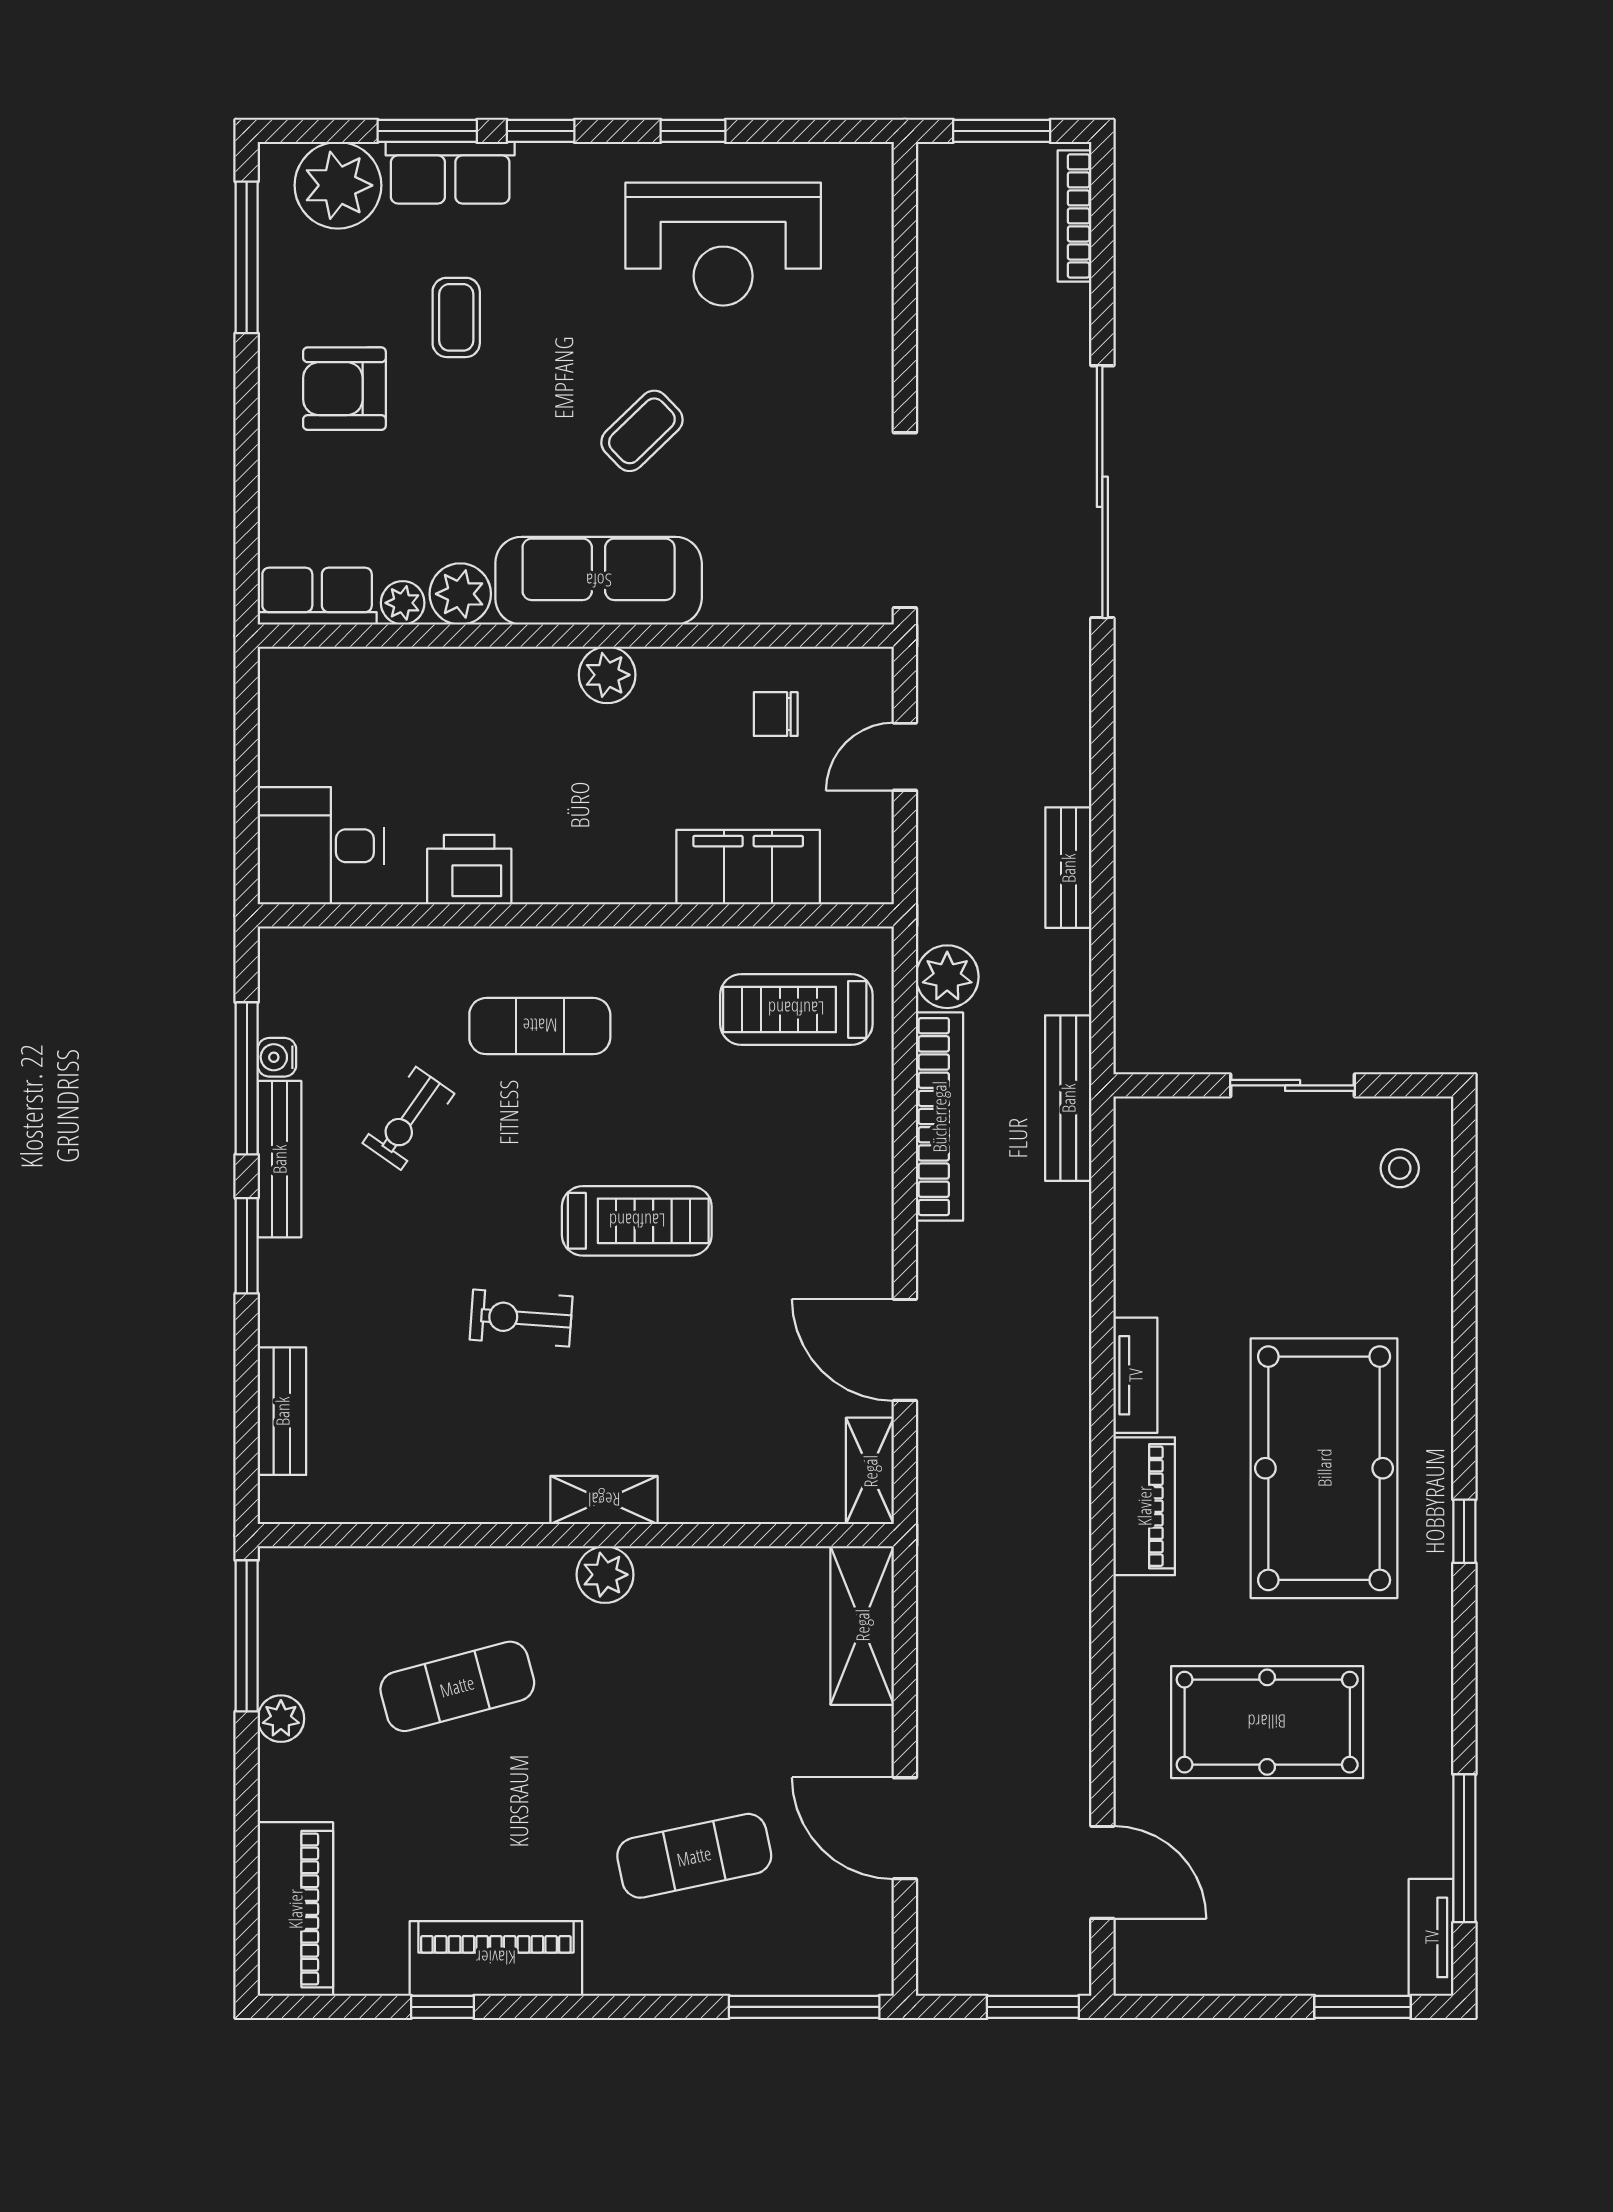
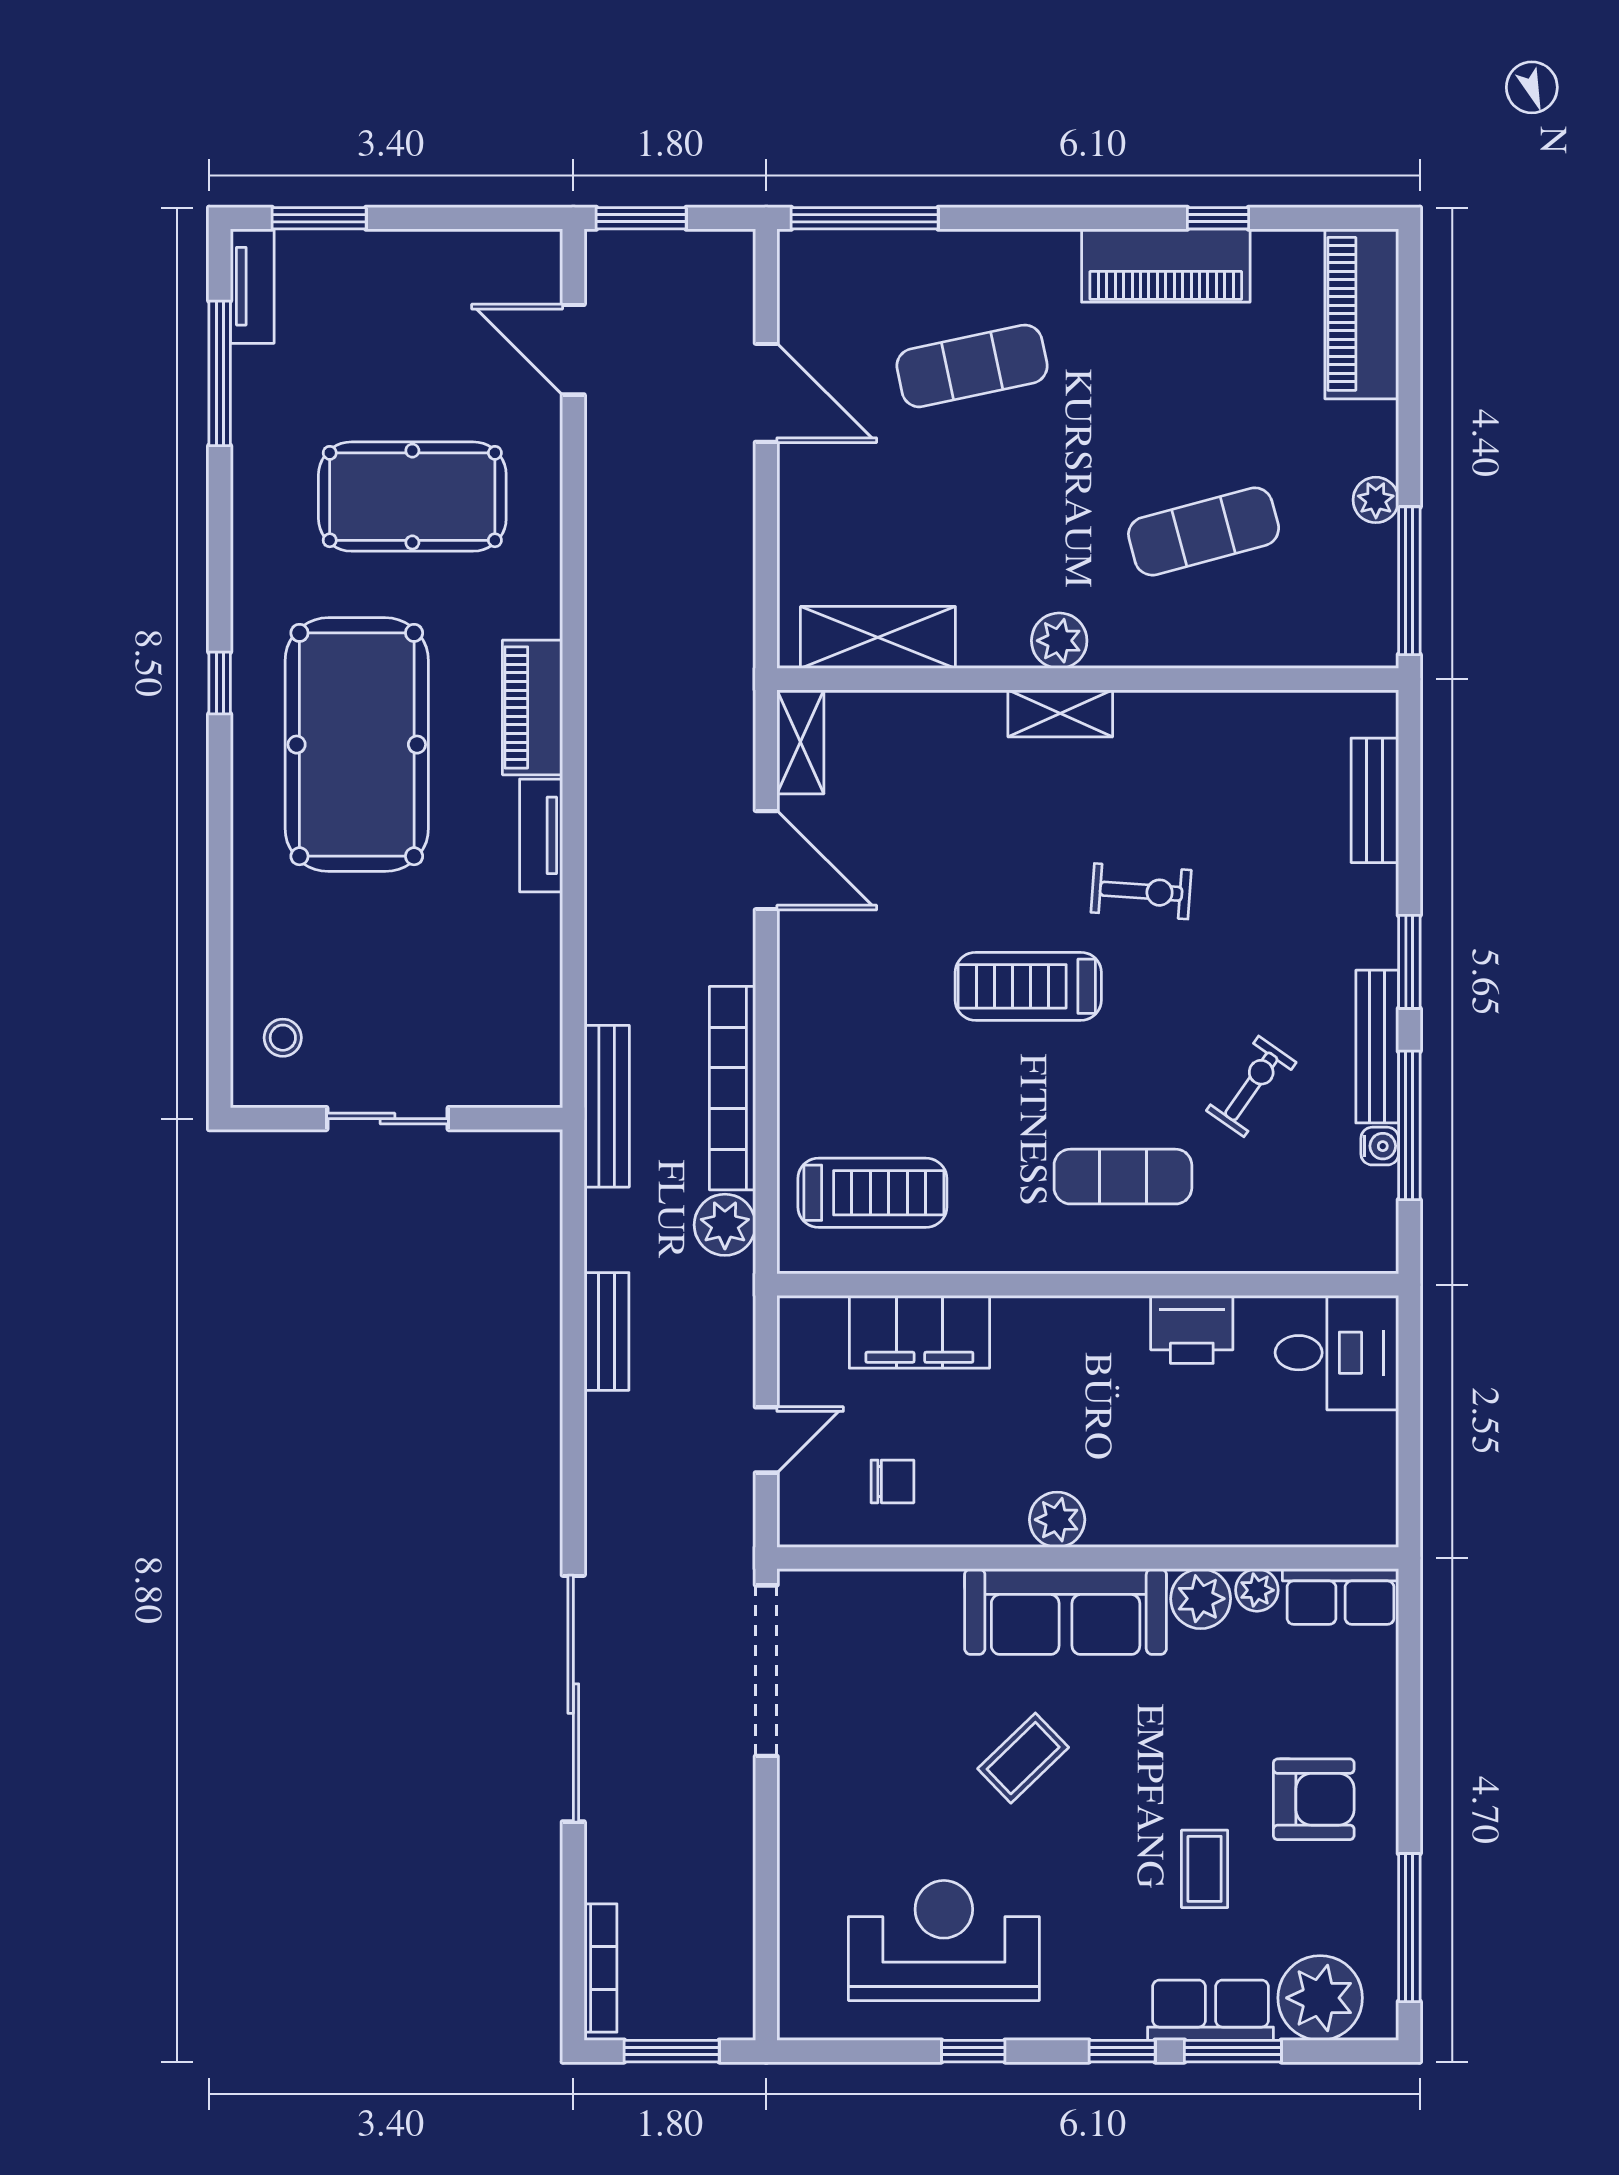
shelving: (862, 1625) -> (878, 637), moved, turned 90

